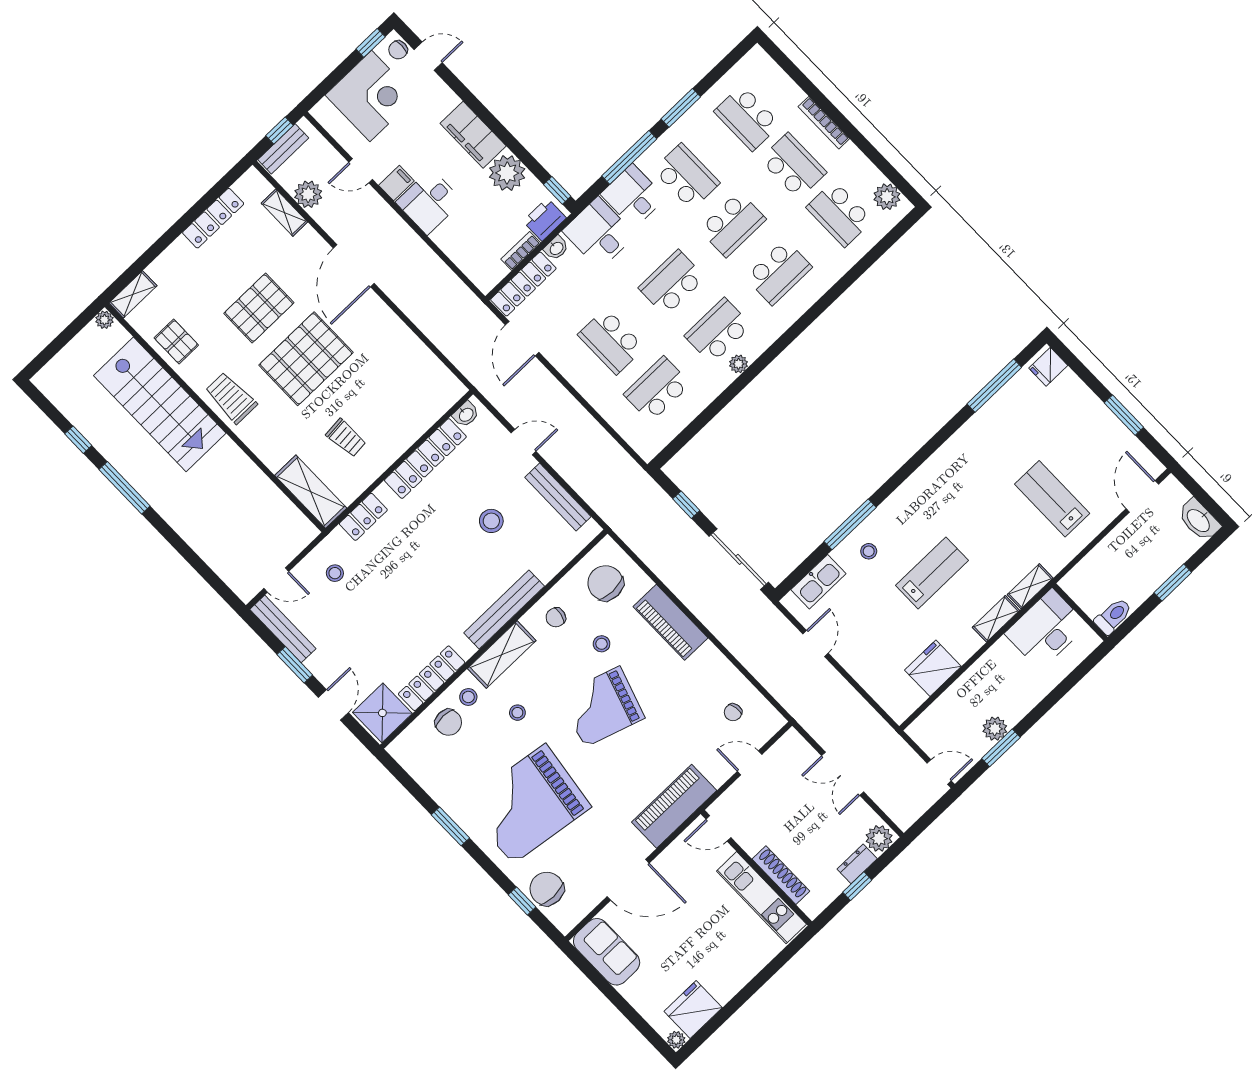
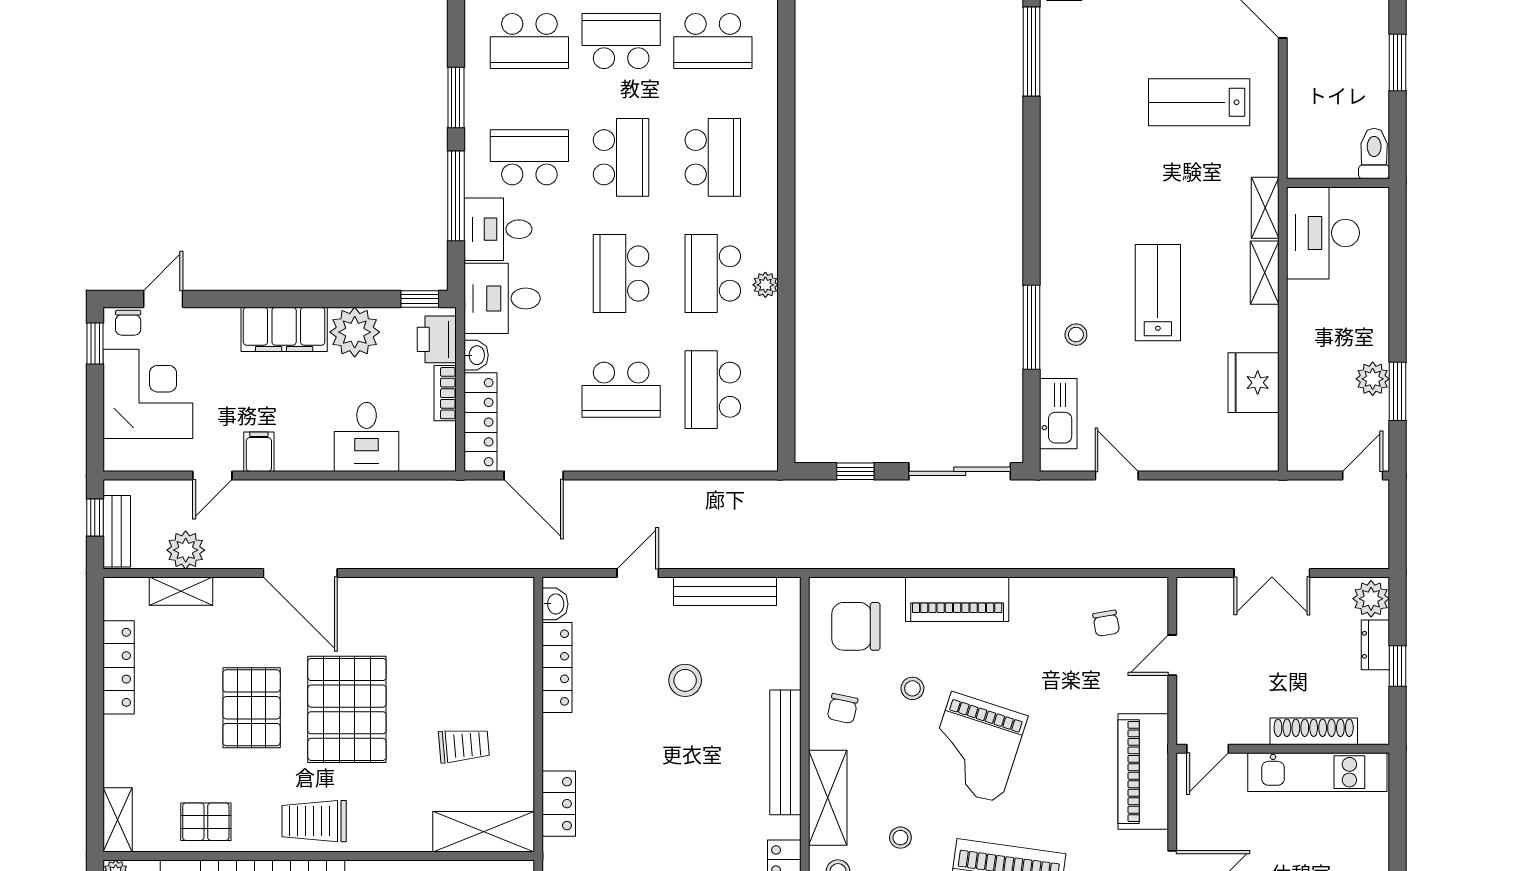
desk: (429, 202) -> (367, 437), moved
locker: (425, 459) -> (557, 668), width x0.71, depth x0.83

